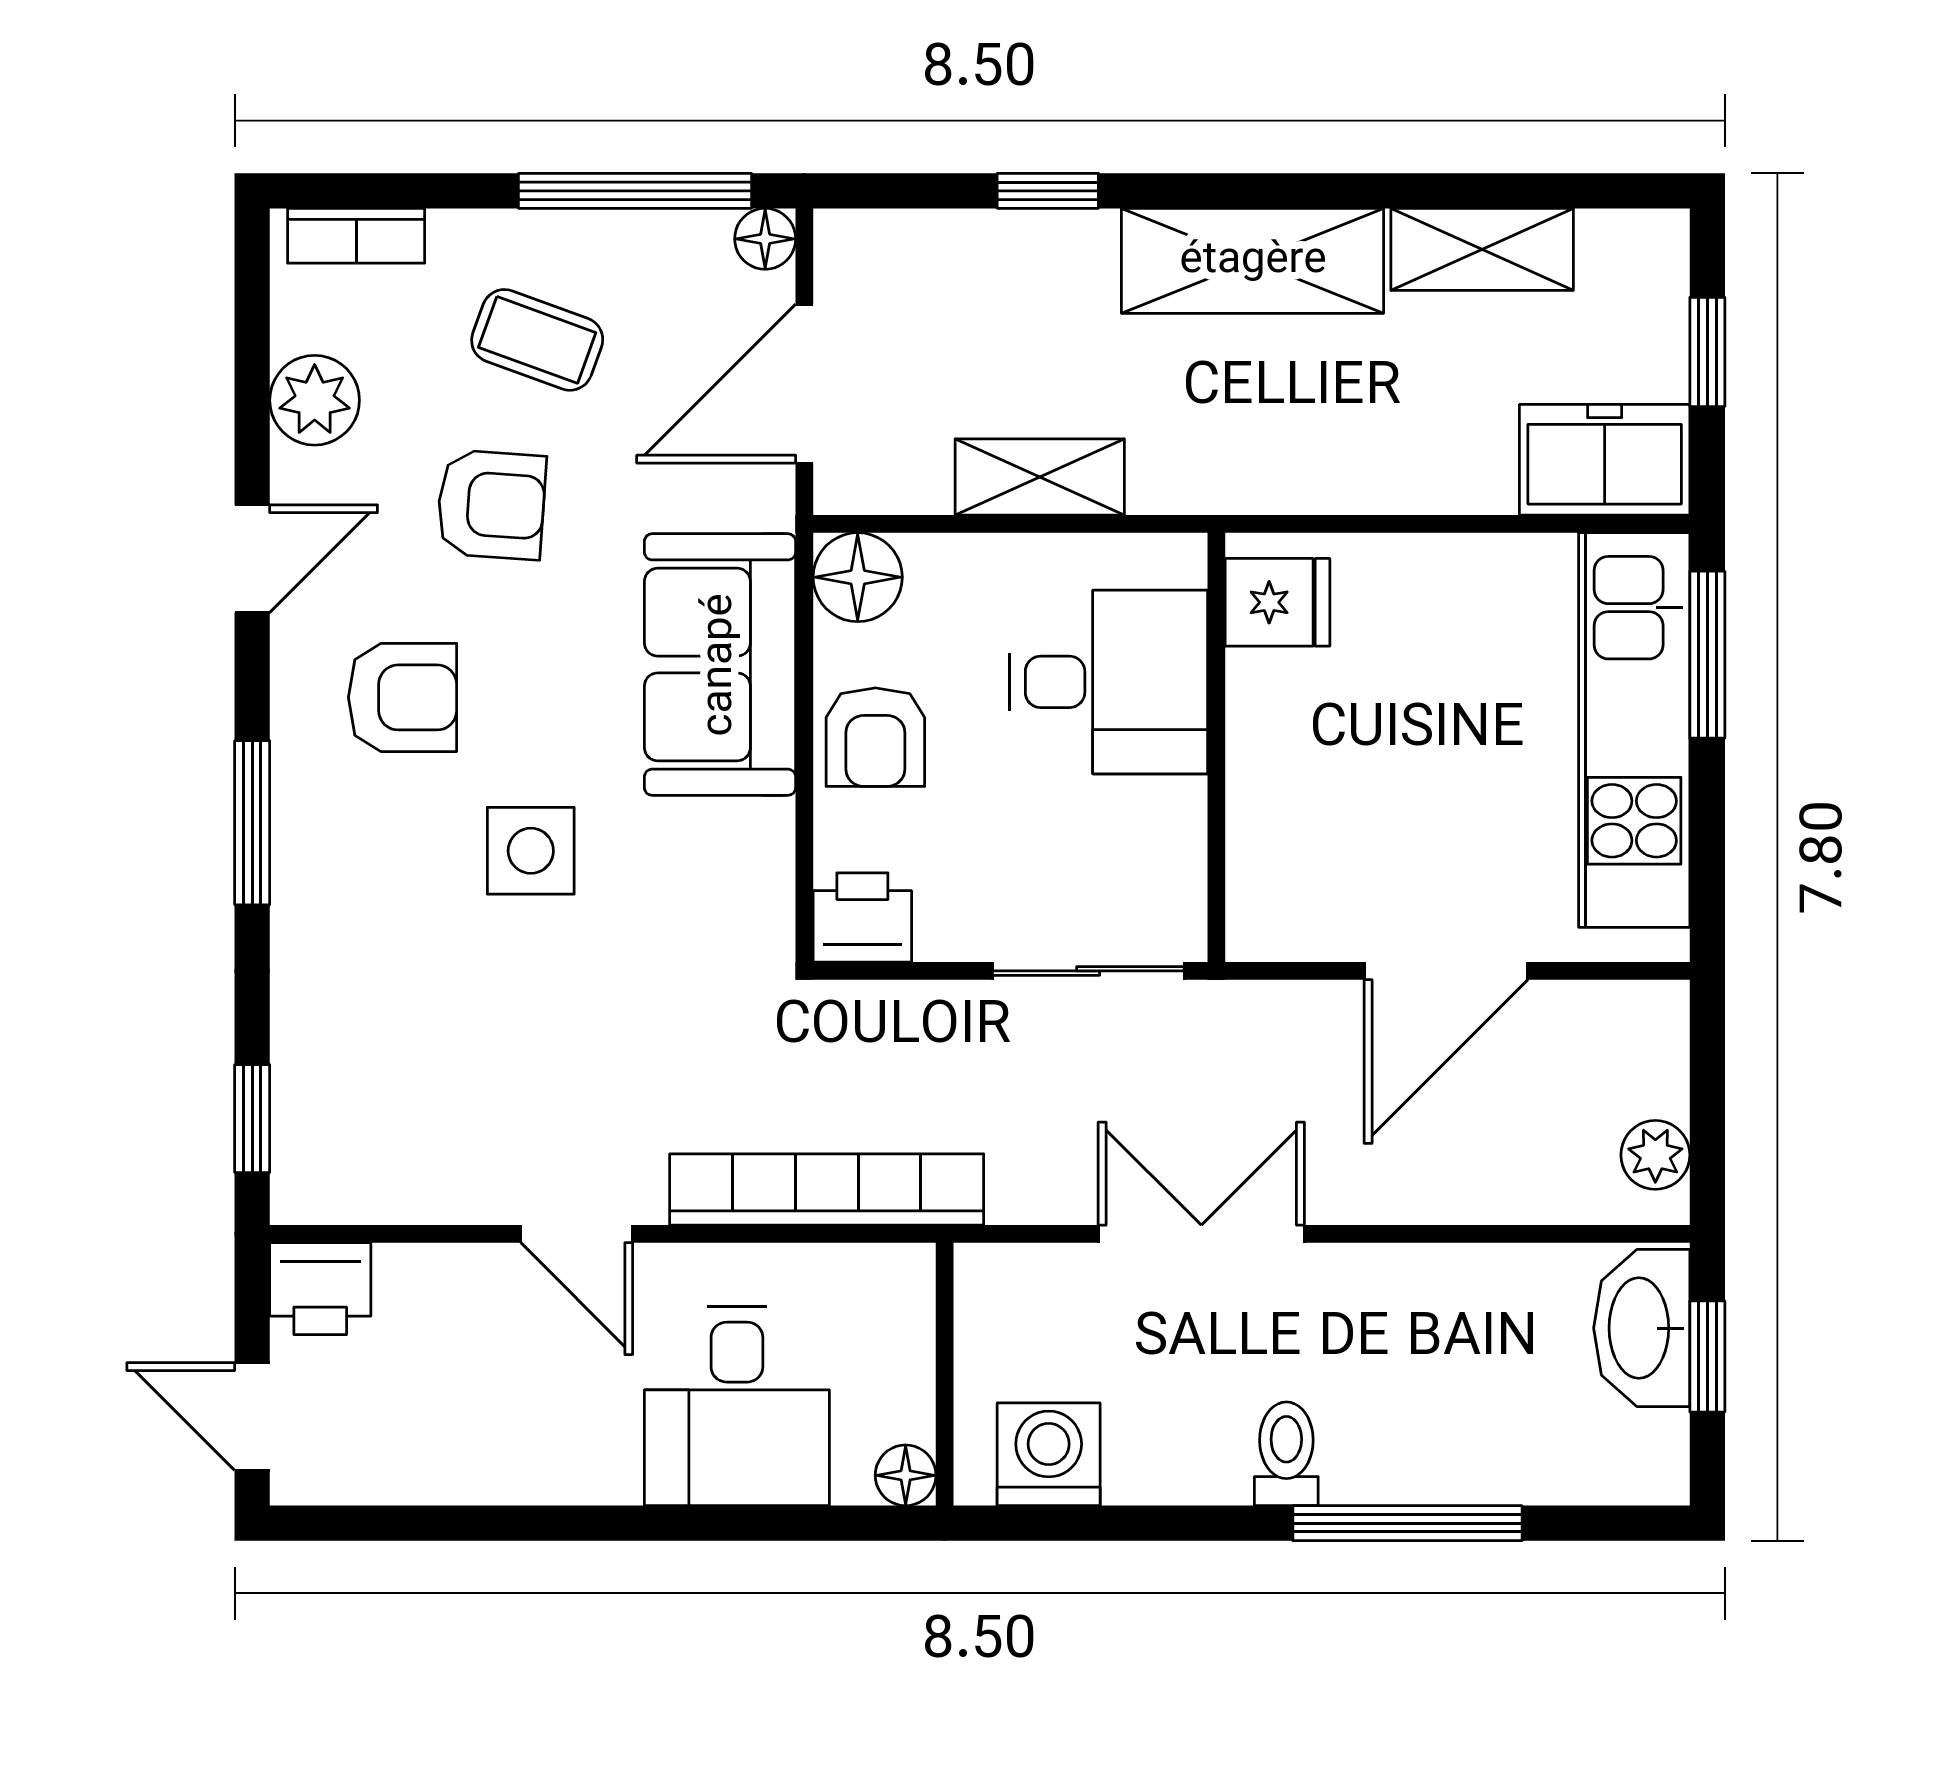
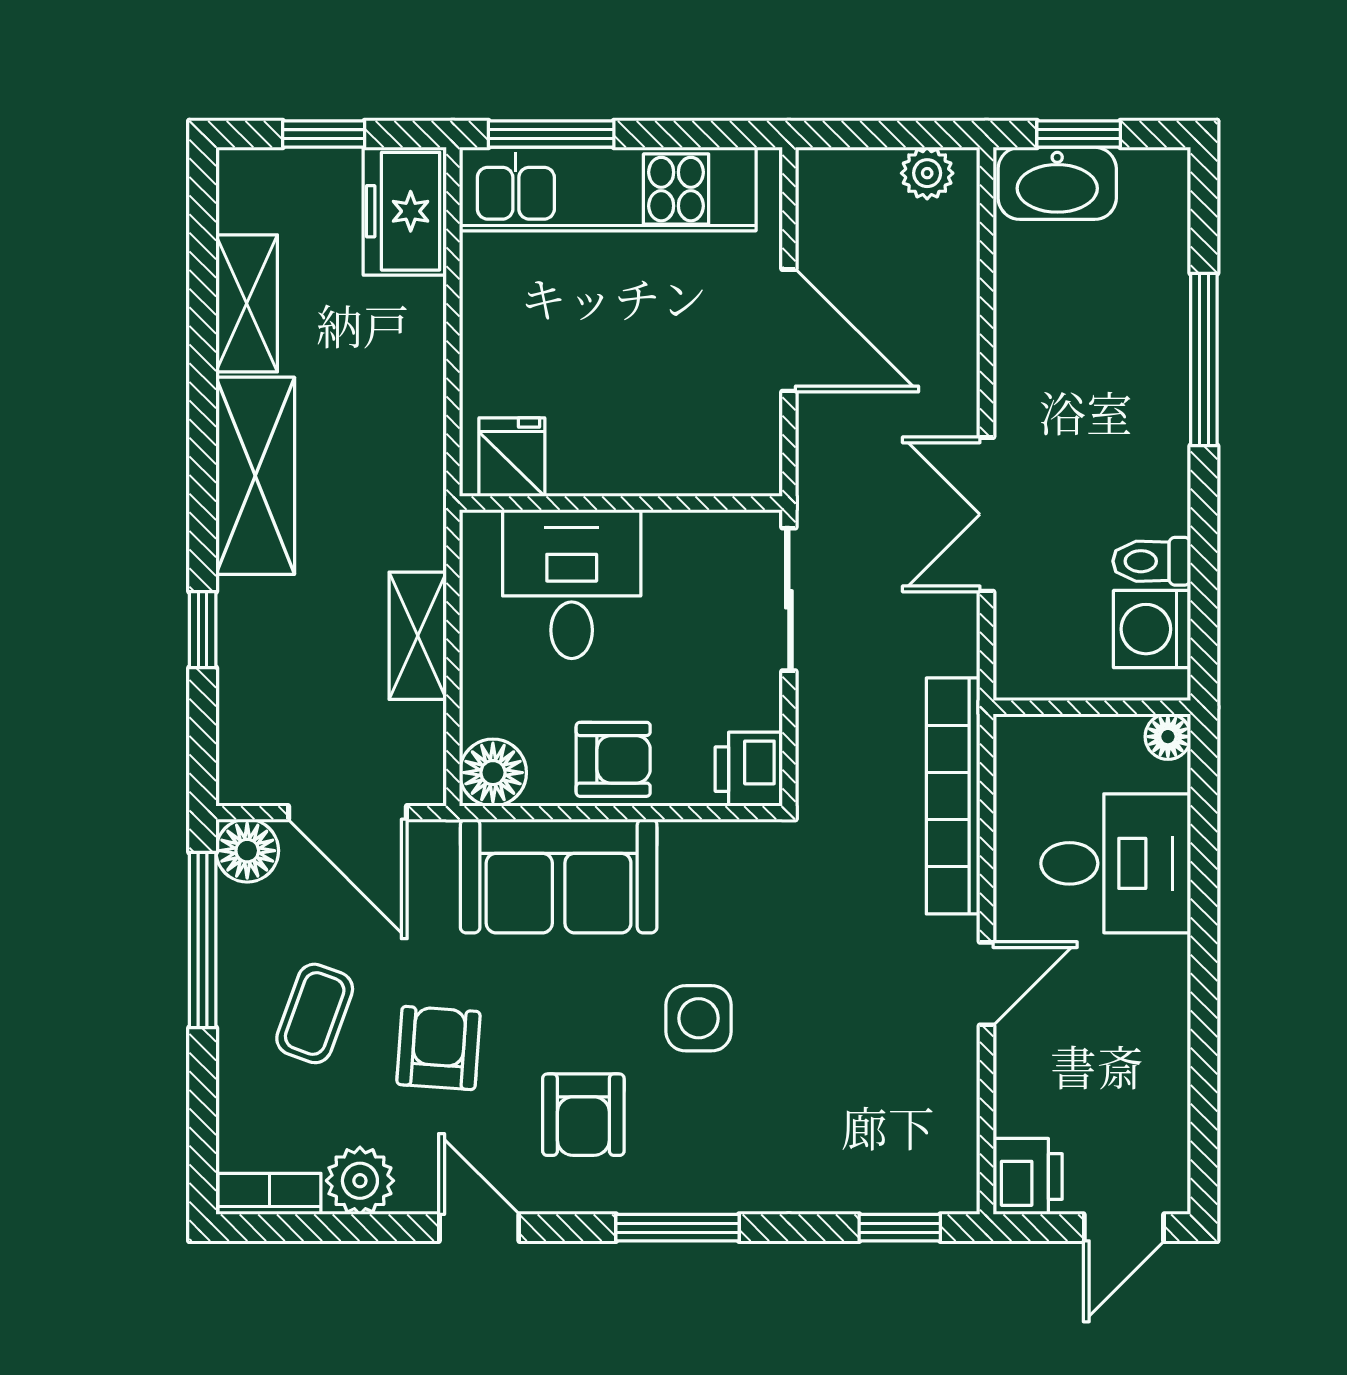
bookcase: (356, 236) -> (269, 1194), moved, turned -90
floor lamp: (765, 239) -> (247, 851), width x1.37, depth x1.37
armchair: (402, 697) -> (583, 1115), turned 180
toilet: (1286, 1454) -> (1152, 561), moved

